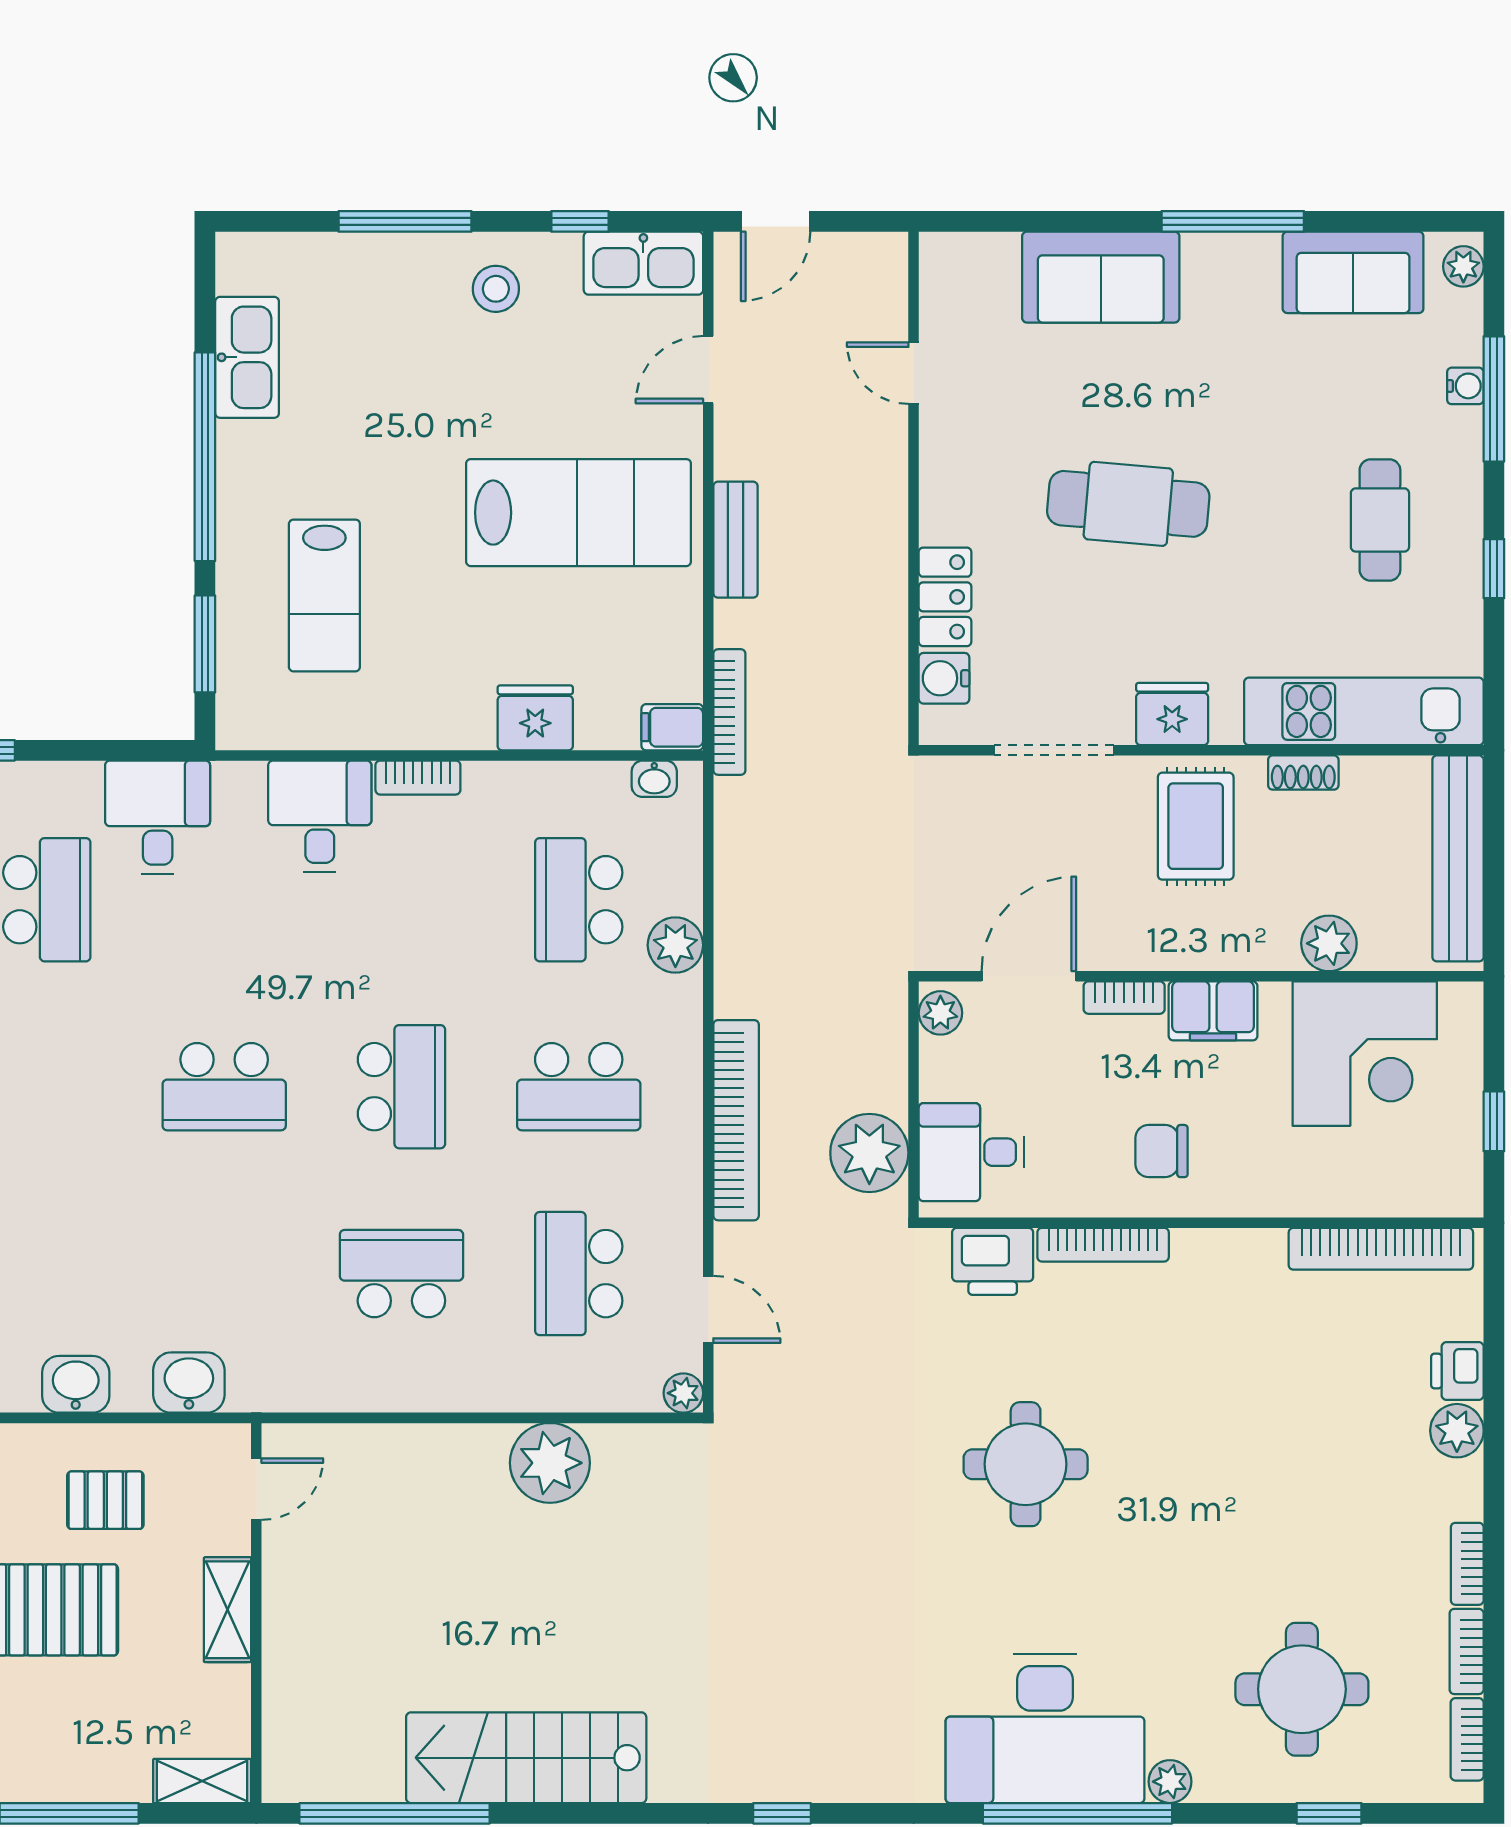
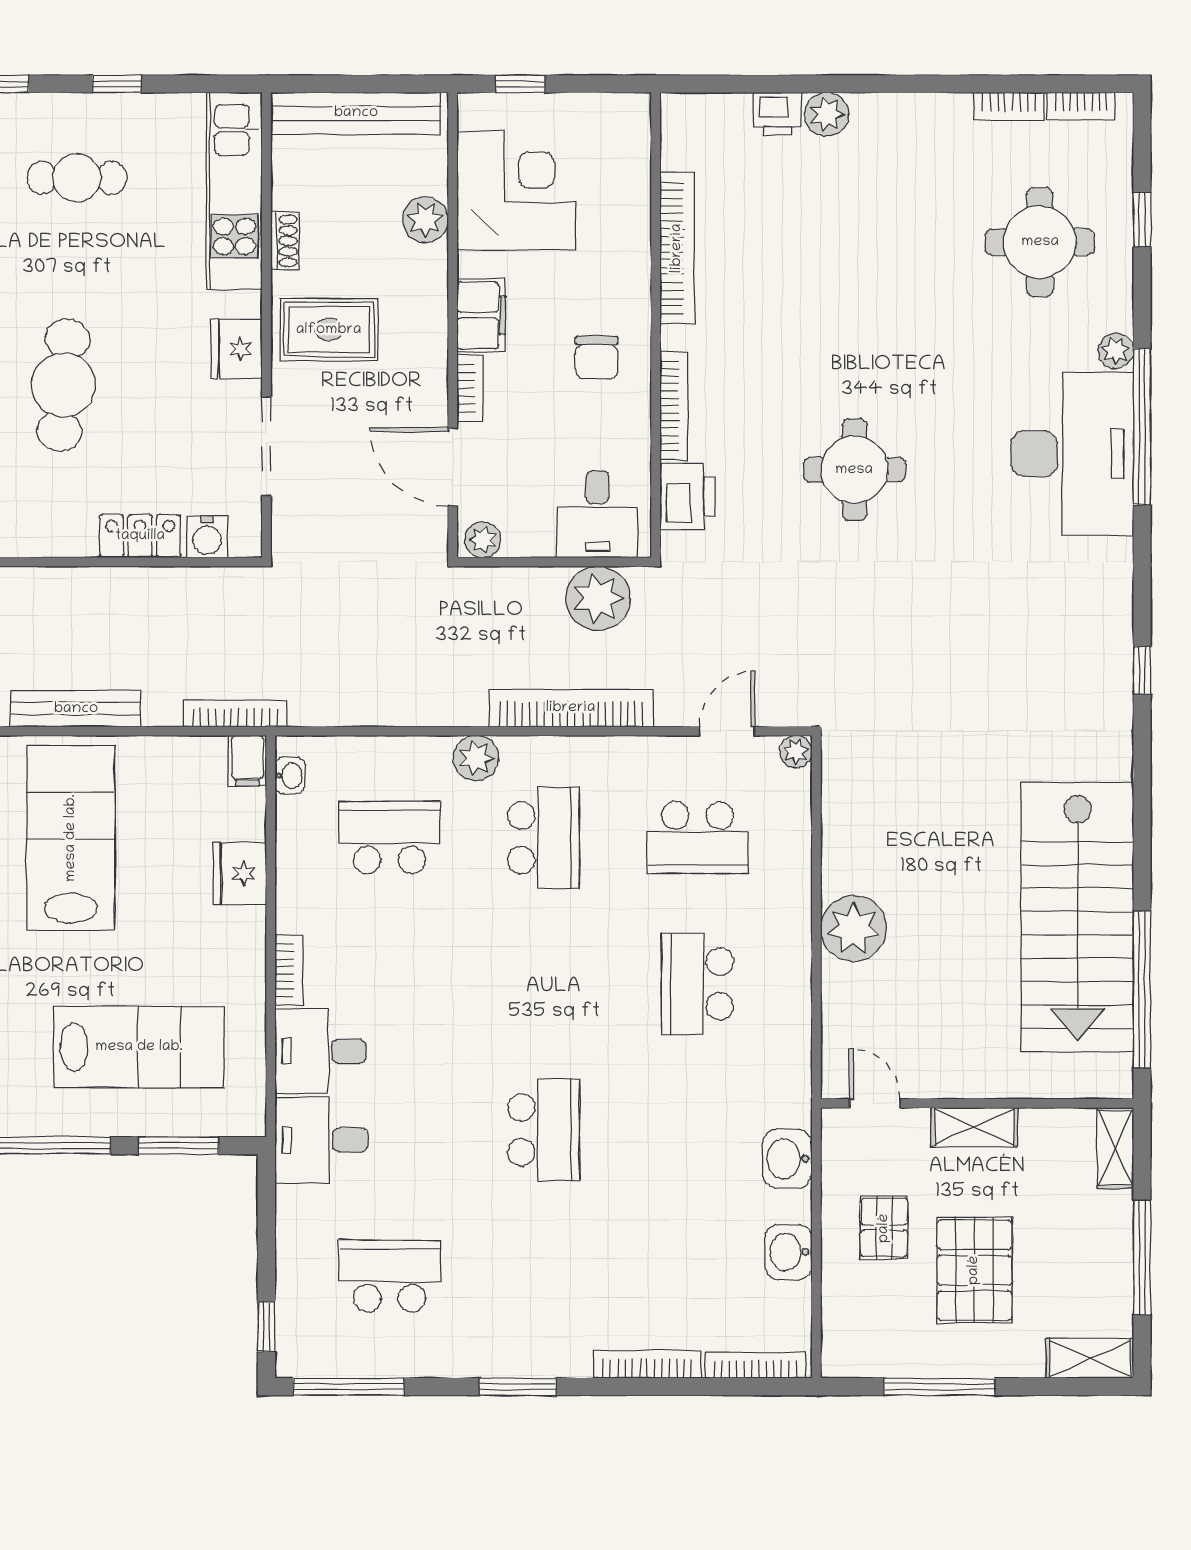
bench: (735, 540) -> (76, 709), width x1.36
lab bench: (324, 595) -> (139, 1047), width x1.36, depth x1.39
desk: (158, 817) -> (321, 1140), moved
school desk: (579, 900) -> (389, 838), turned 180
plant: (675, 945) -> (476, 758), moved
school desk: (401, 1087) -> (543, 984), removed
window: (1494, 1121) -> (520, 84), moved
bookcase: (1381, 1249) -> (677, 248), moved
plant: (550, 1463) -> (853, 928), moved
bookcase: (1467, 1564) -> (936, 106), removed
stairs: (526, 1758) -> (1077, 917), width x1.36, depth x1.51

